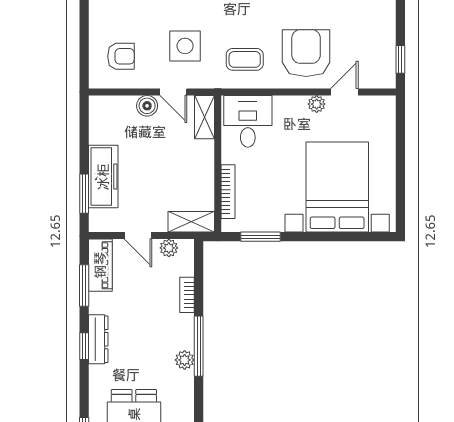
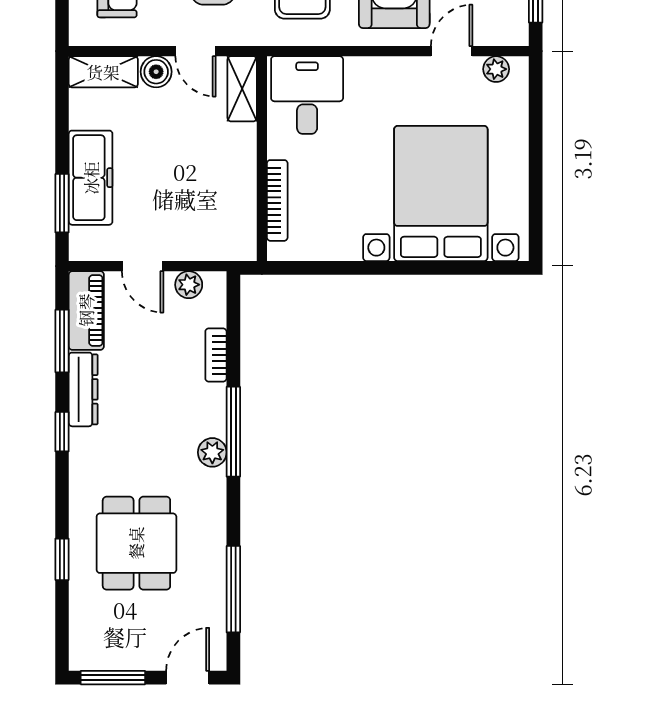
plant: (317, 104) -> (496, 69), moved
shelving: (191, 222) -> (103, 72), moved
window: (261, 237) -> (326, 268), removed
dresser: (98, 339) -> (83, 389), moved

